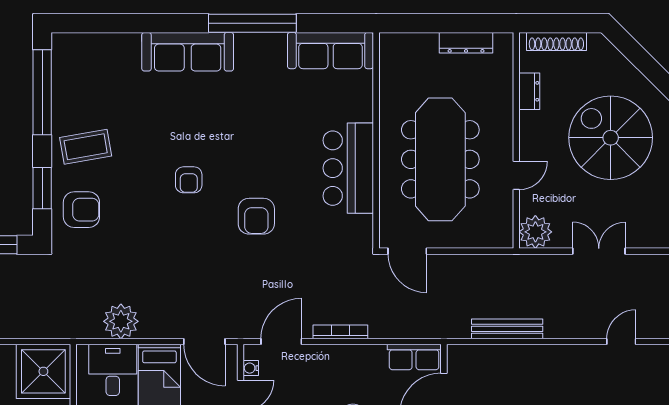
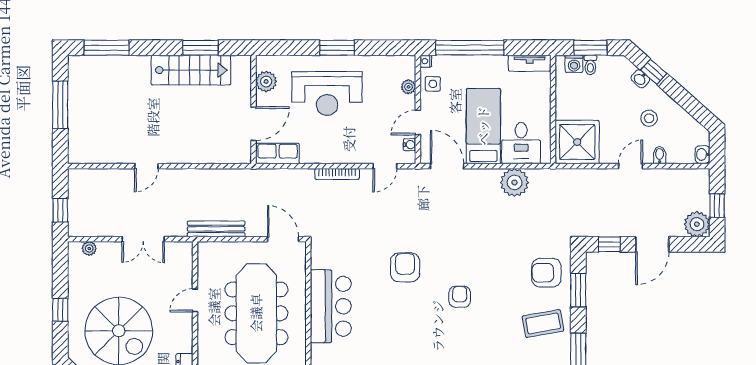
plant: (535, 232) -> (89, 248), moved, width x0.53, depth x0.53
double door: (599, 251) -> (143, 239), moved
bench: (507, 329) -> (216, 229), moved
door: (281, 342) -> (385, 166), width x0.73
door: (621, 342) -> (146, 166), moved

